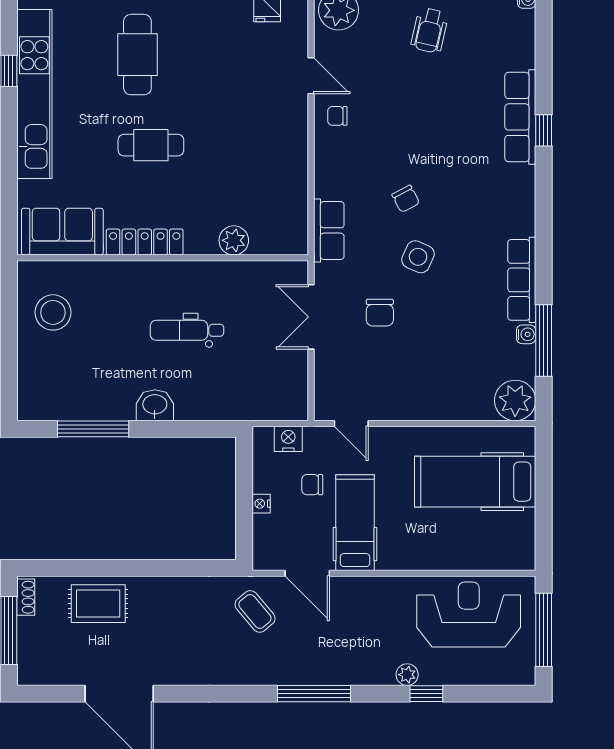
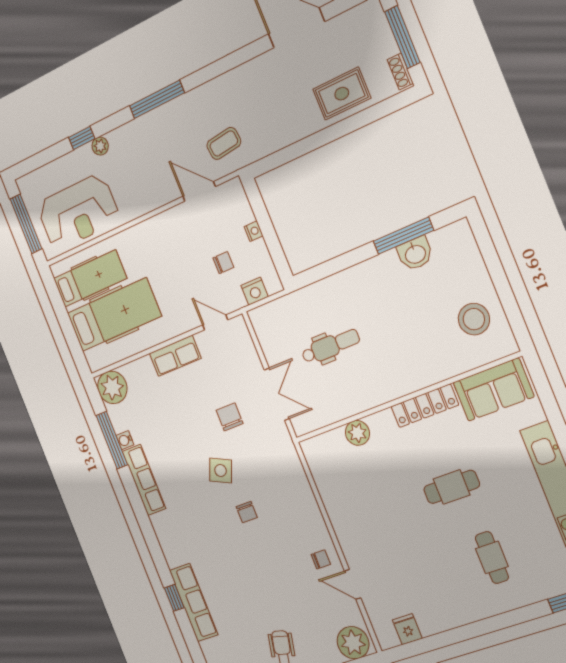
cafe table: (137, 55) -> (492, 558), width x0.73, depth x0.74
chair: (406, 199) -> (247, 512), turned -152
row of seats: (329, 230) -> (175, 356), moved, turned -90
dental chair: (187, 330) -> (331, 346), moved
washbasin: (155, 405) -> (415, 254), moved
hospital bed: (355, 523) -> (90, 278), moved, turned -90
coffee table: (255, 611) -> (224, 143), turned -57

